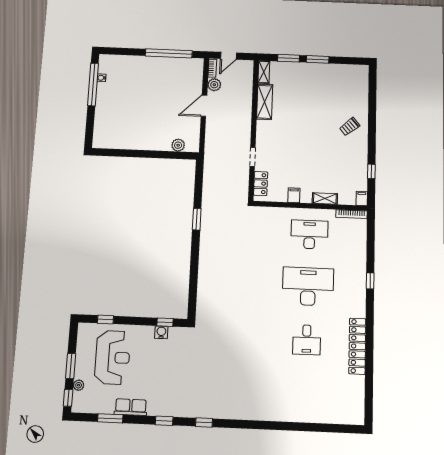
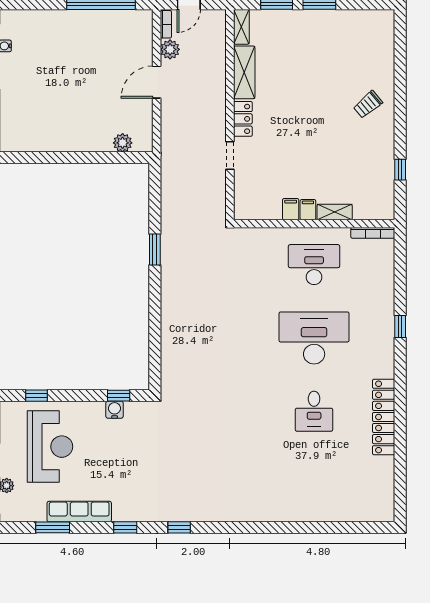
locker: (261, 183) -> (243, 119), moved
filing cabinet: (362, 198) -> (308, 210), moved
row of seats: (131, 407) -> (79, 512), width x1.48

